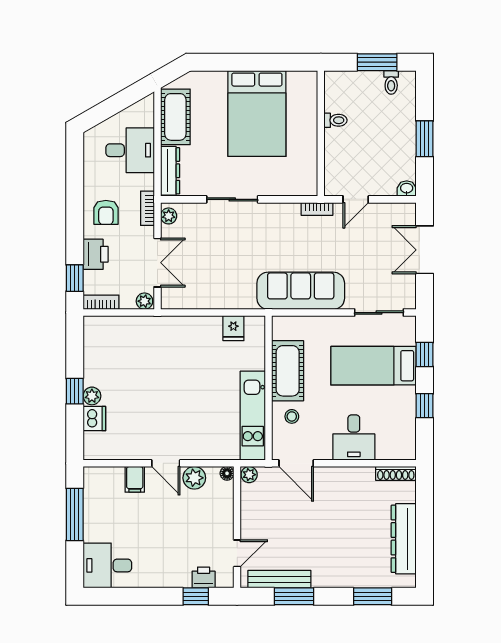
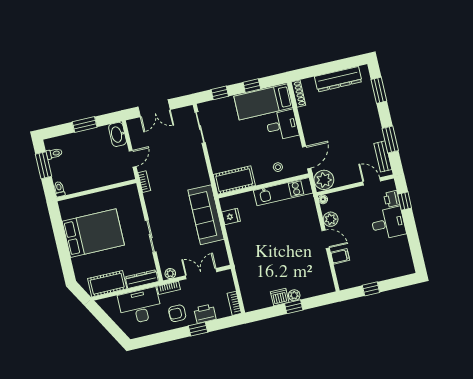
toilet: (335, 120) -> (59, 189), moved
desk: (130, 150) -> (140, 306), width x1.37
washbasin: (407, 189) -> (118, 134), width x1.91, depth x1.45
door: (356, 199) -> (133, 159), hinge flipped
armchair: (106, 212) -> (177, 313), turned 180
window: (75, 278) -> (198, 329), moved
sofa: (301, 291) -> (206, 215), moved
plant: (144, 301) -> (227, 276), removed
bed: (373, 366) -> (263, 102), moved, turned 90
cot: (288, 371) -> (234, 180), moved
dishwasher: (94, 419) -> (280, 297), moved
door: (166, 463) -> (326, 239), hinge flipped
plant: (249, 475) -> (324, 180), width x1.87, depth x1.87
window: (75, 514) -> (371, 289), width x0.46
desk: (107, 565) -> (388, 223), moved, turned -90
bench: (279, 579) -> (383, 156), width x0.73

